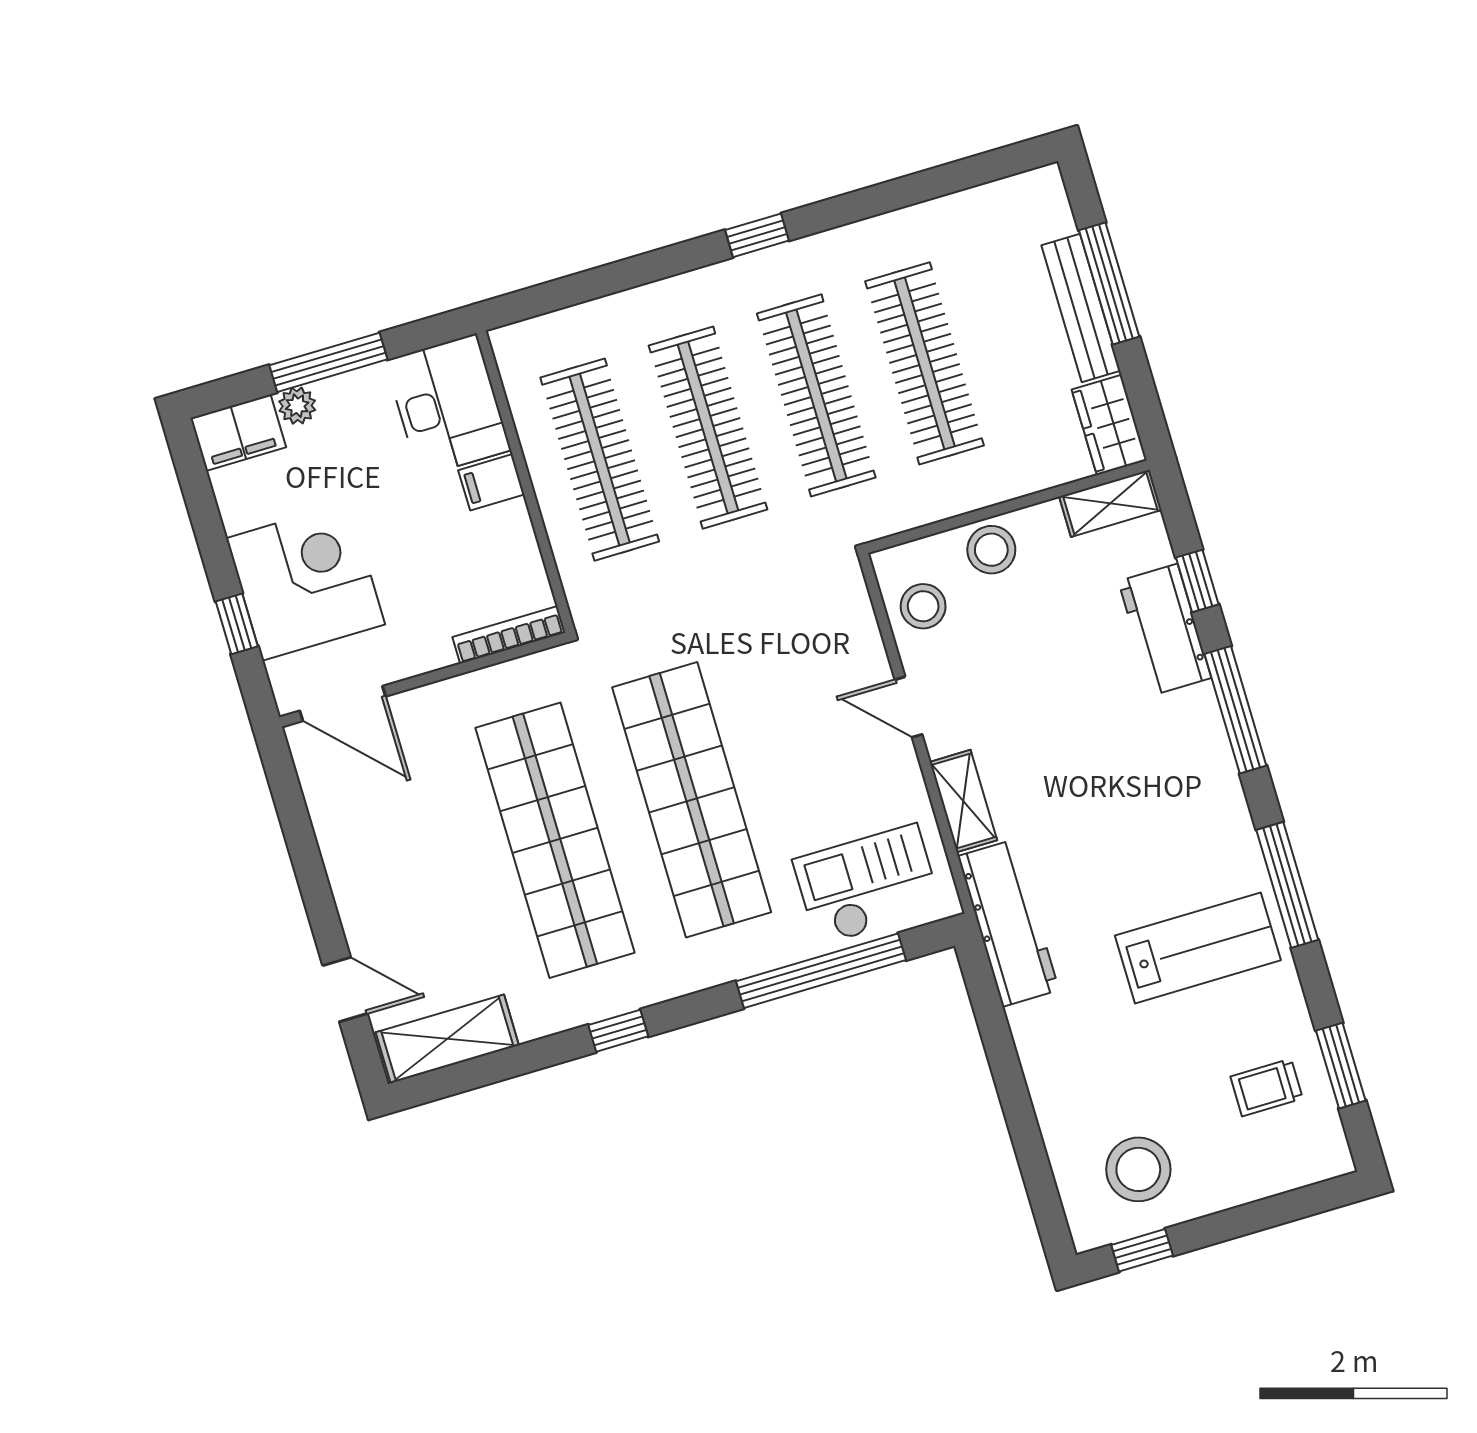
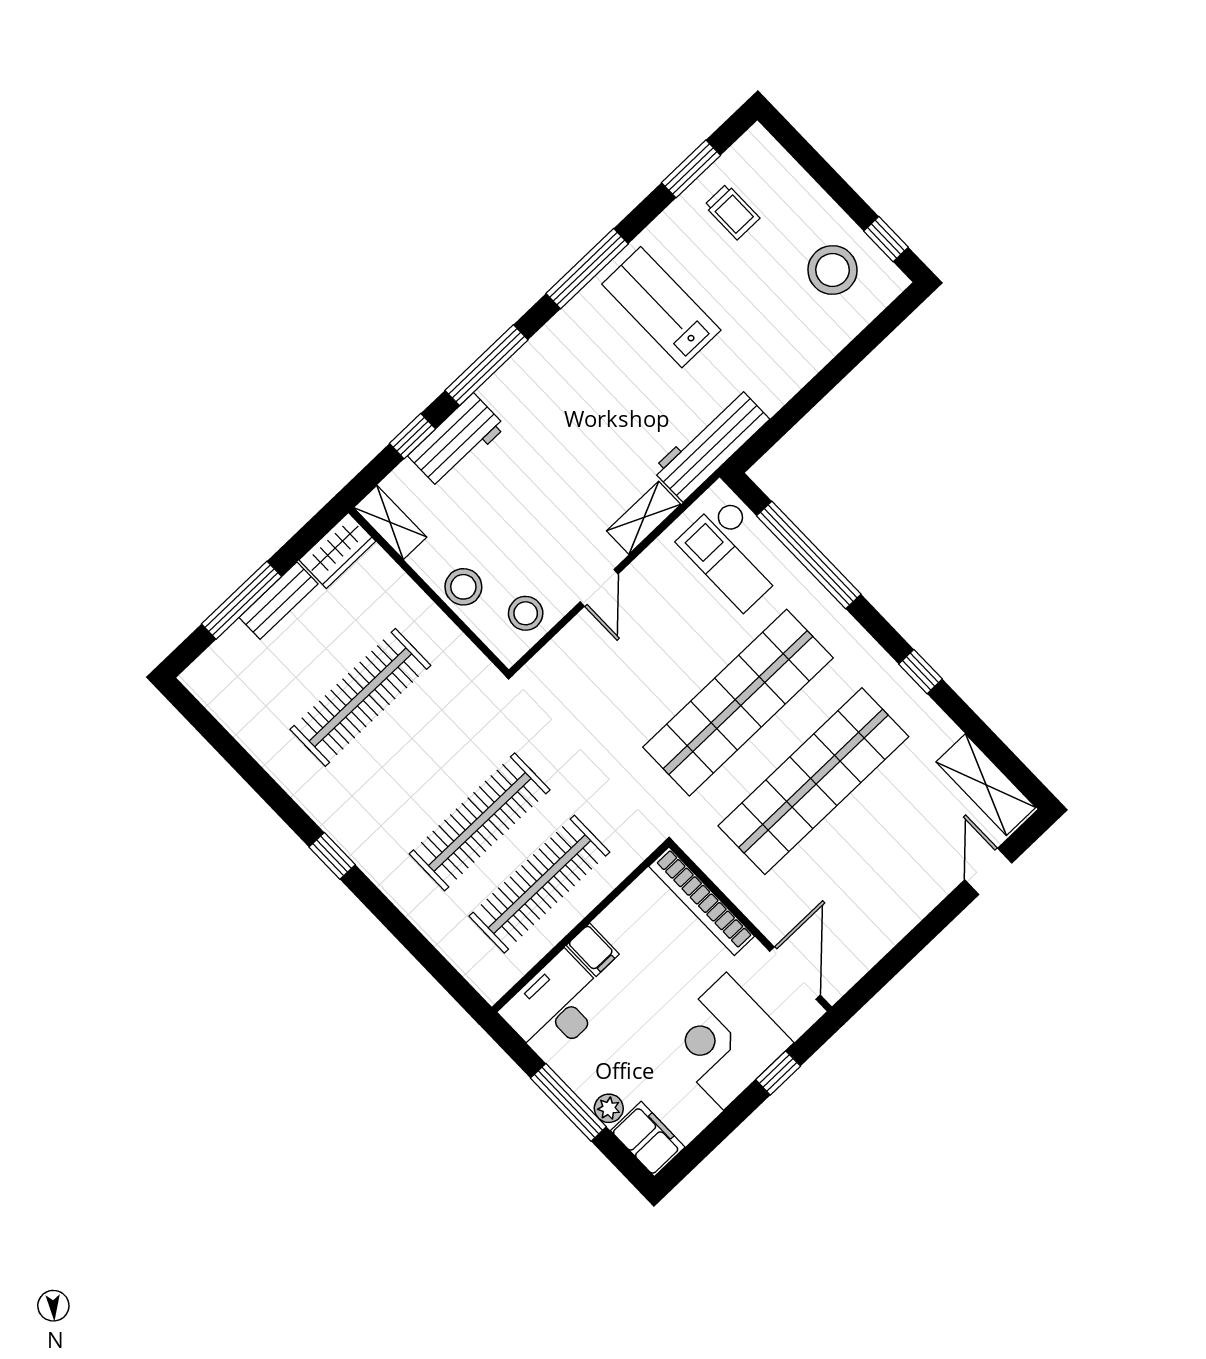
bench: (1081, 308) -> (279, 601), width x0.73
clothes rail: (816, 395) -> (420, 760), removed
bookcase: (509, 635) -> (702, 901), width x1.48, depth x1.31

